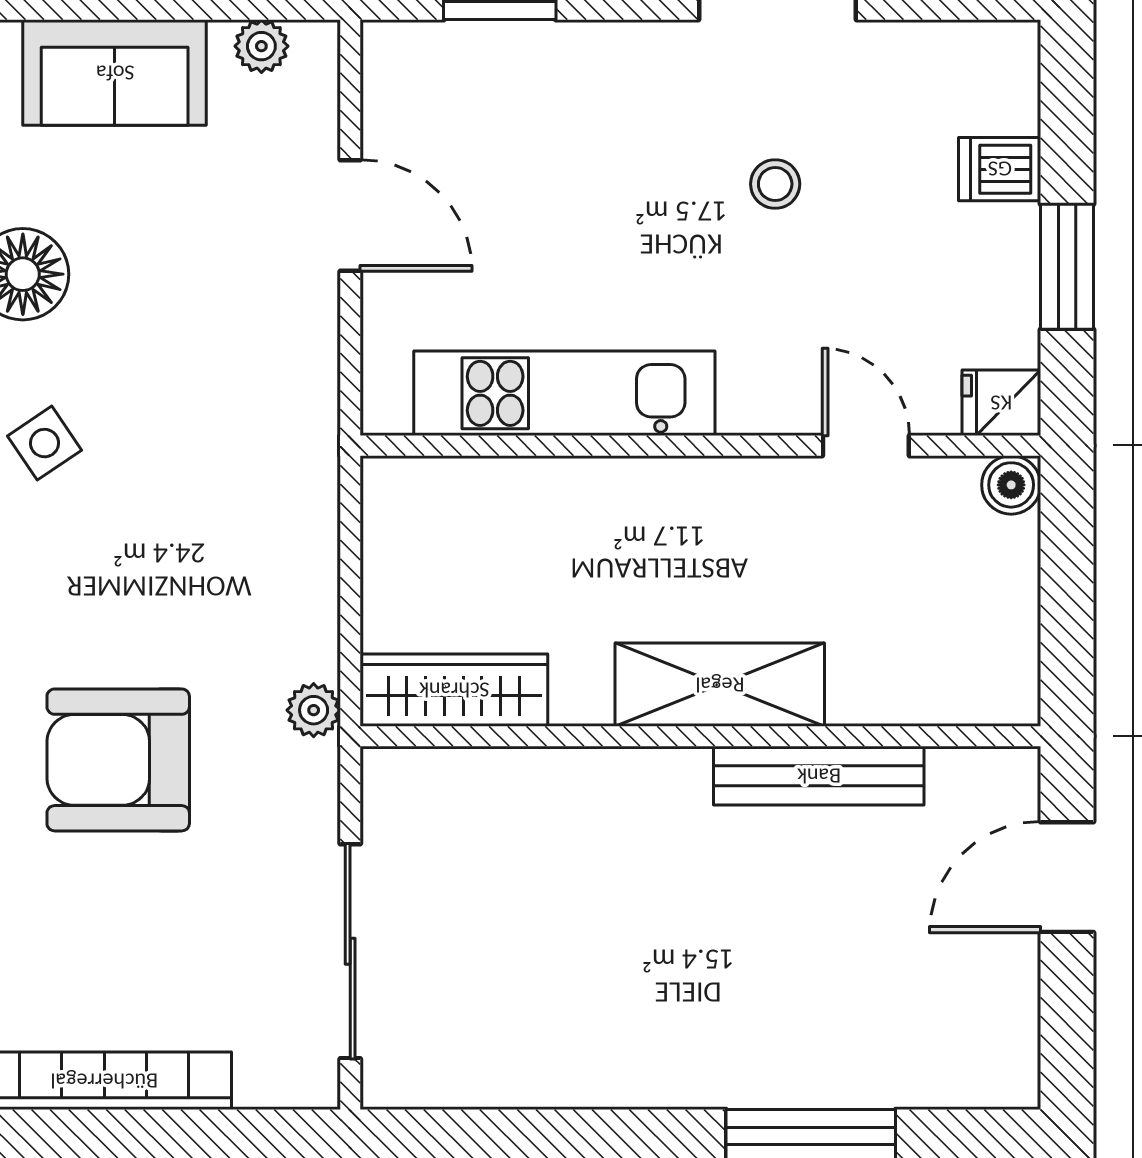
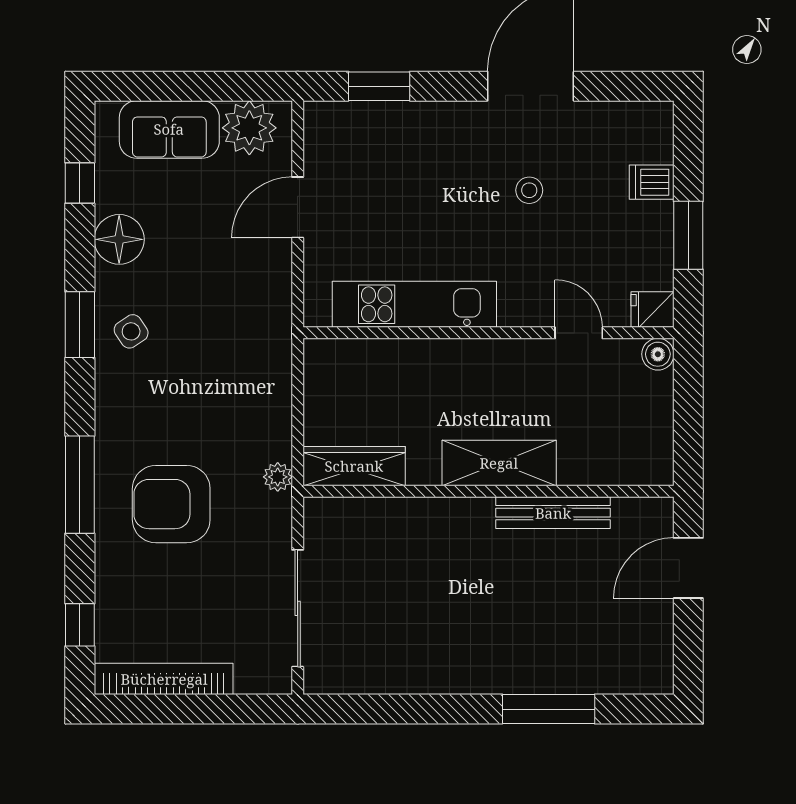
plant: (261, 46) -> (249, 128), width x1.88, depth x1.88
door: (350, 215) -> (298, 207), swing flipped

